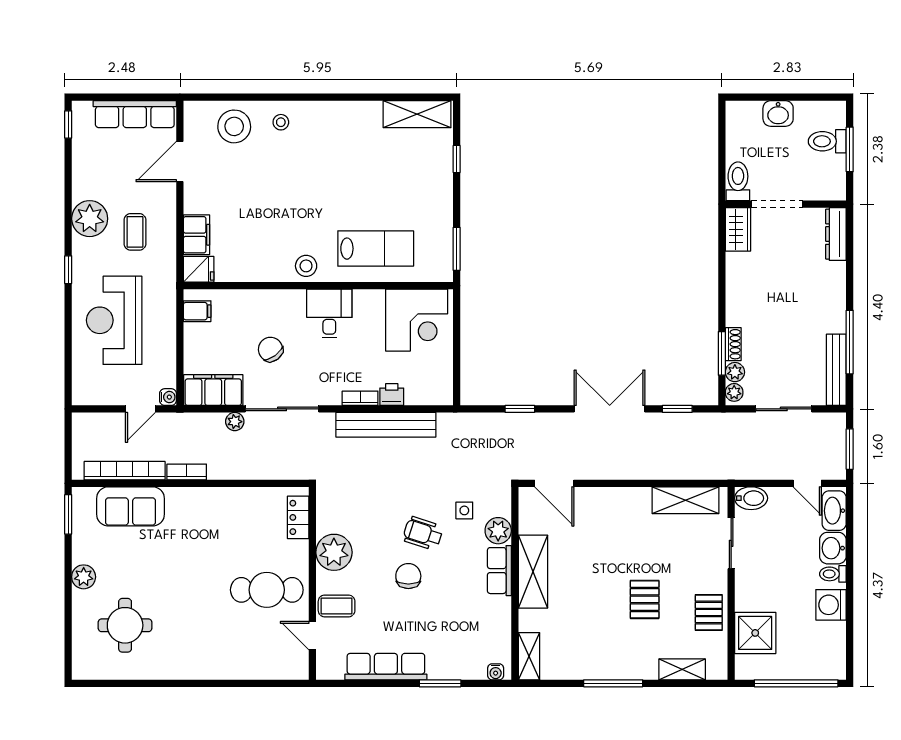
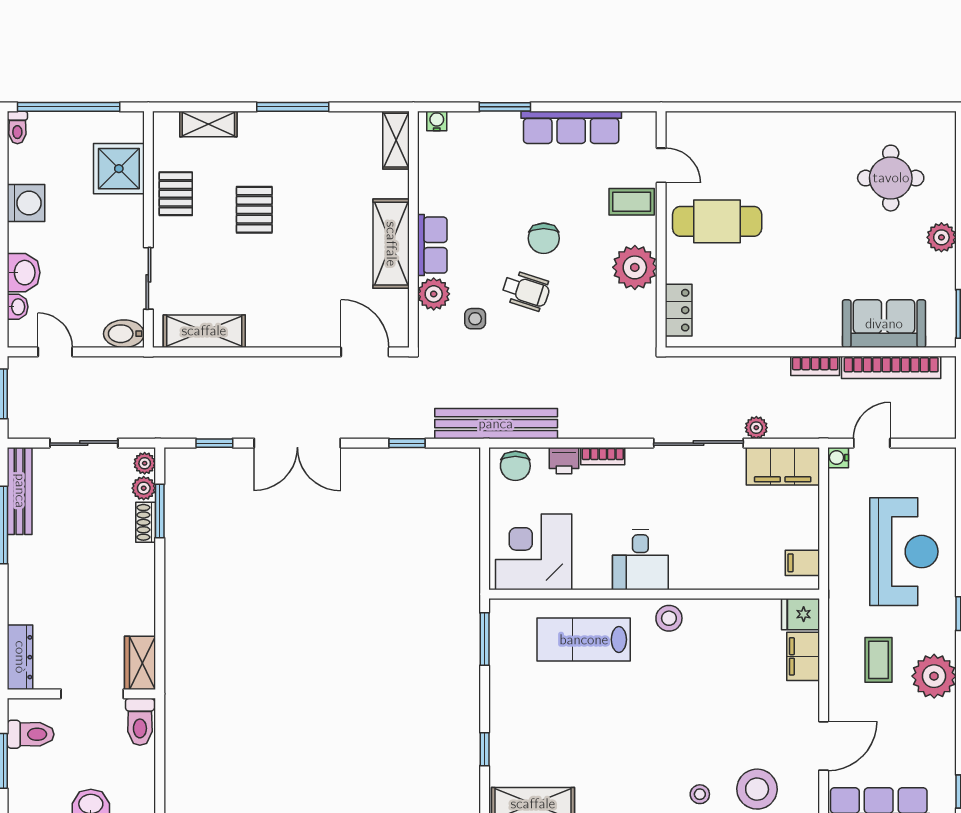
toilet: (827, 141) -> (31, 734), moved
chair: (271, 349) -> (515, 466), moved, turned 37
bench: (386, 425) -> (496, 424), moved
washbasin: (834, 511) -> (18, 307), width x0.52, depth x0.69
toilet: (833, 574) -> (17, 127), moved, turned 90

